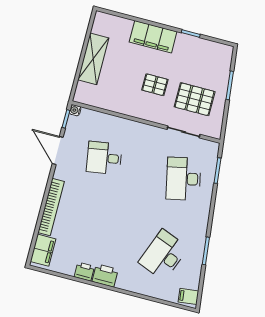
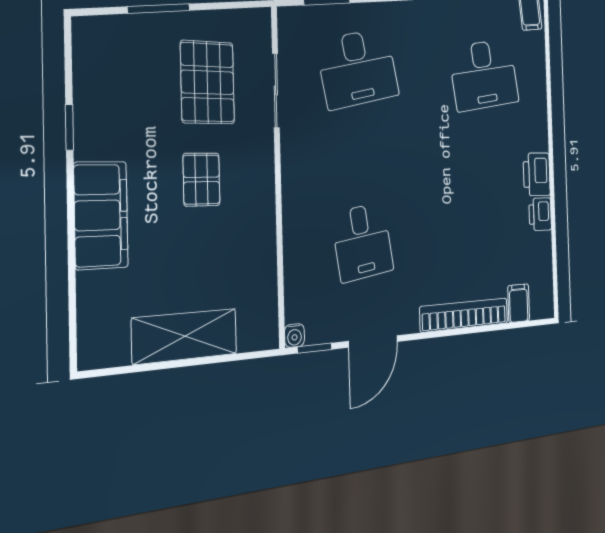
filing cabinet: (43, 250) -> (519, 303), width x0.50
desk: (163, 255) -> (484, 75), turned -30

